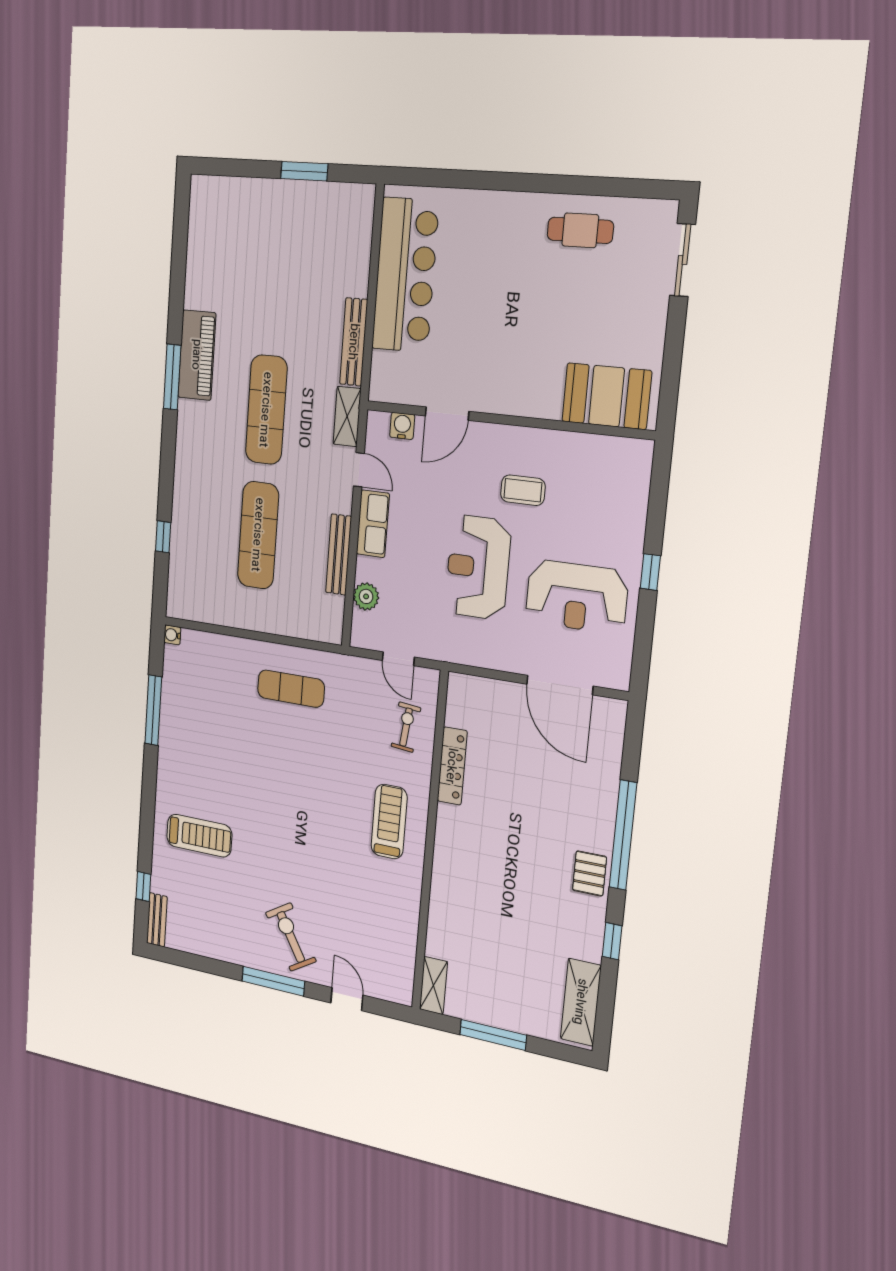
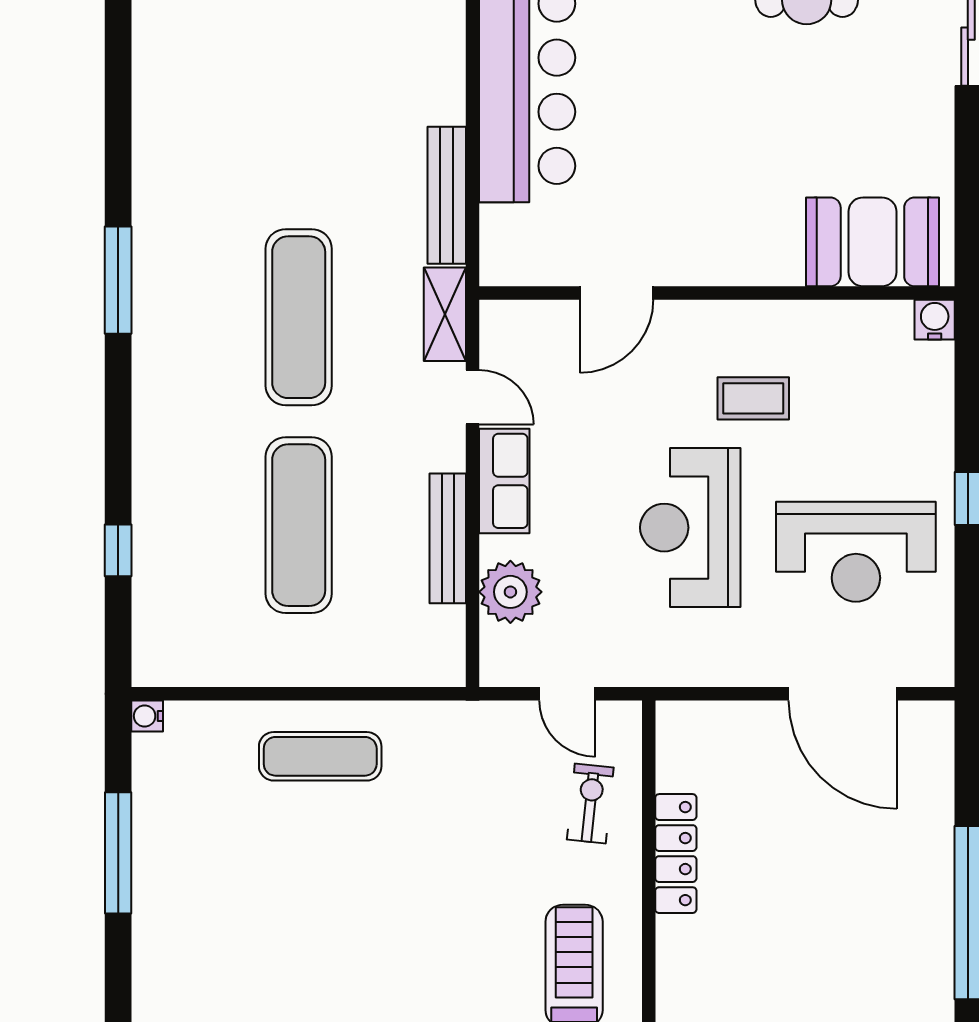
piano: (197, 355) -> (163, 240), removed
water cooler: (402, 426) -> (935, 320), moved
plant: (366, 596) -> (510, 592), width x1.36, depth x1.36
exercise mat: (291, 689) -> (320, 756), moved
pallet: (589, 873) -> (921, 985), removed

